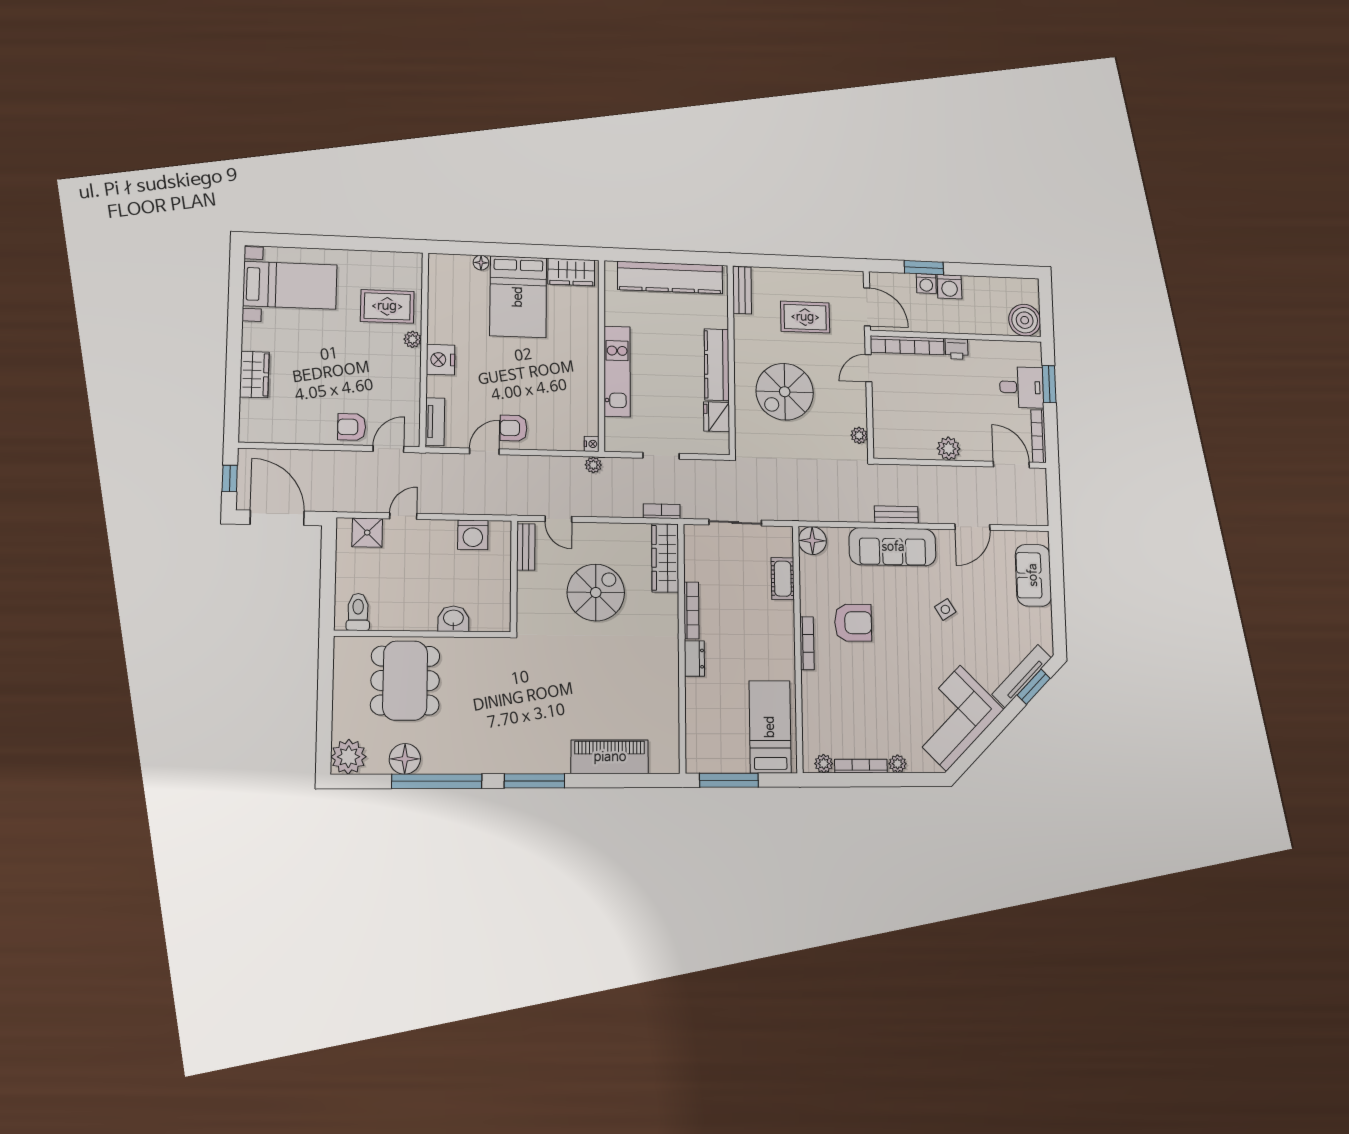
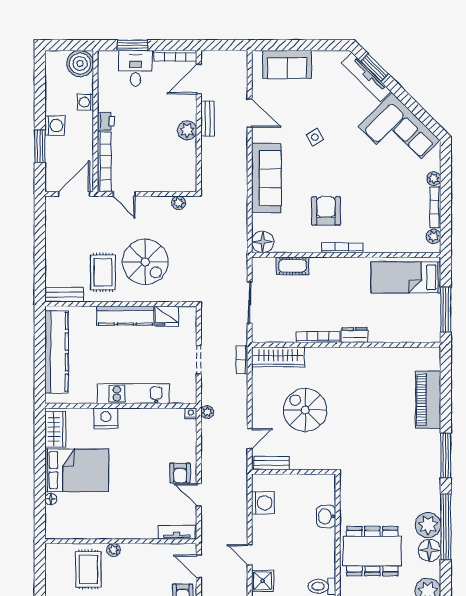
washing machine: (926, 284) -> (85, 102), moved, turned 180
rug: (805, 317) -> (103, 272), moved
nightstand: (441, 360) -> (106, 418), moved, turned 180
bench: (896, 515) -> (207, 118), moved
plant: (440, 757) -> (428, 525), added

